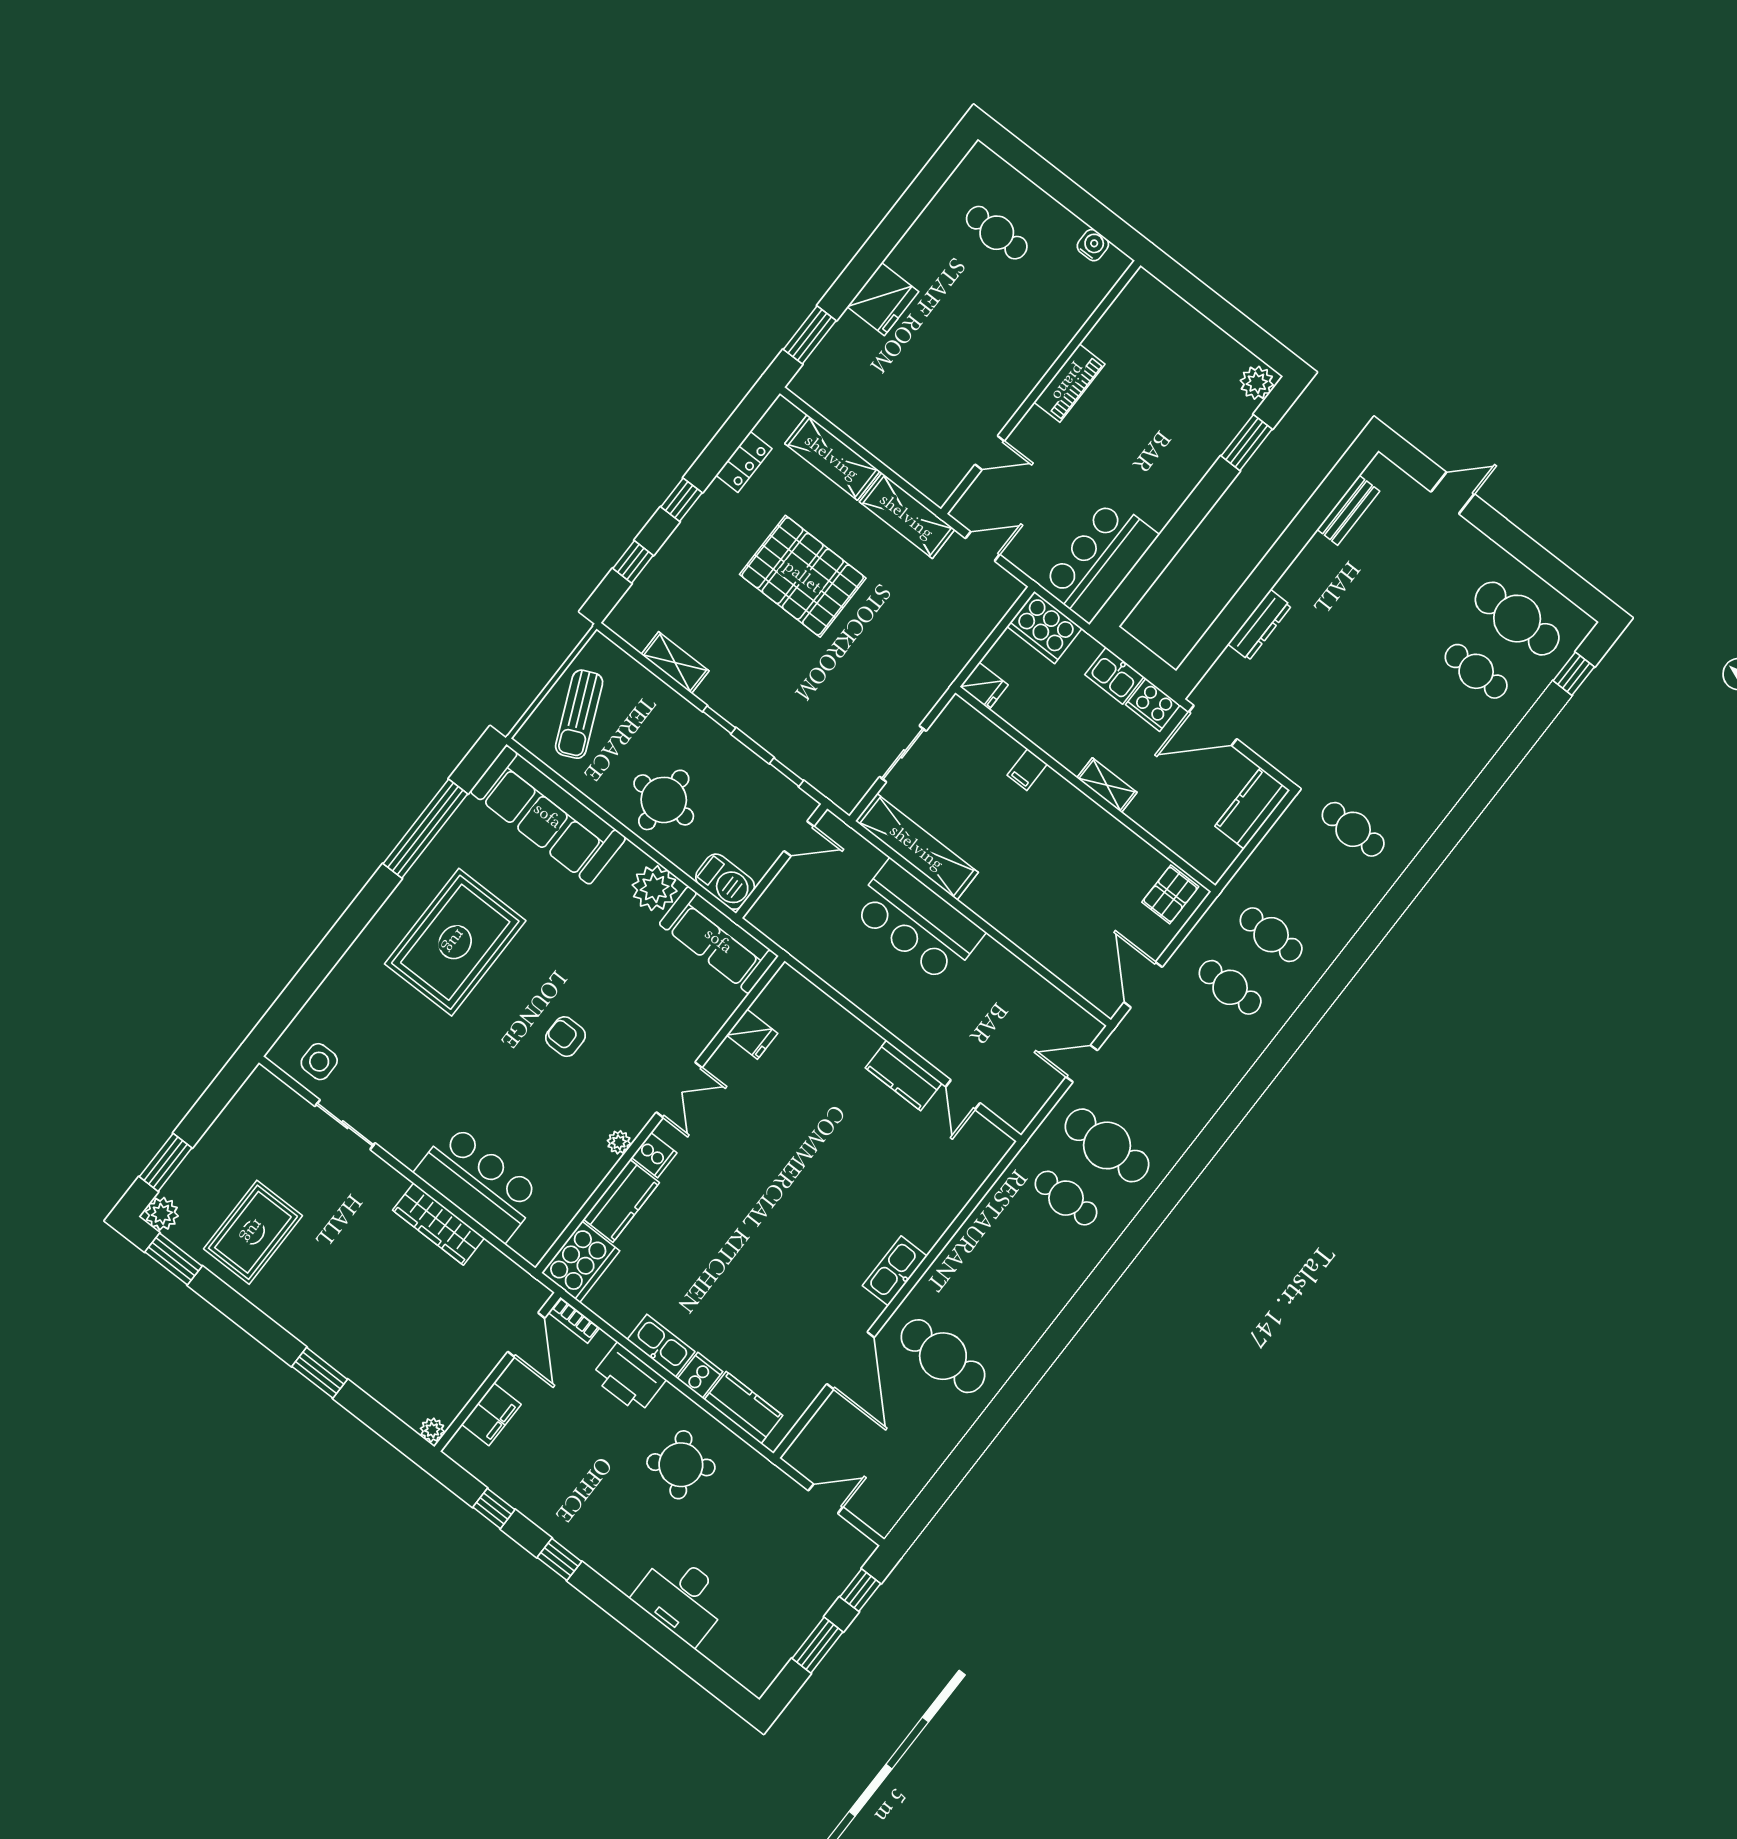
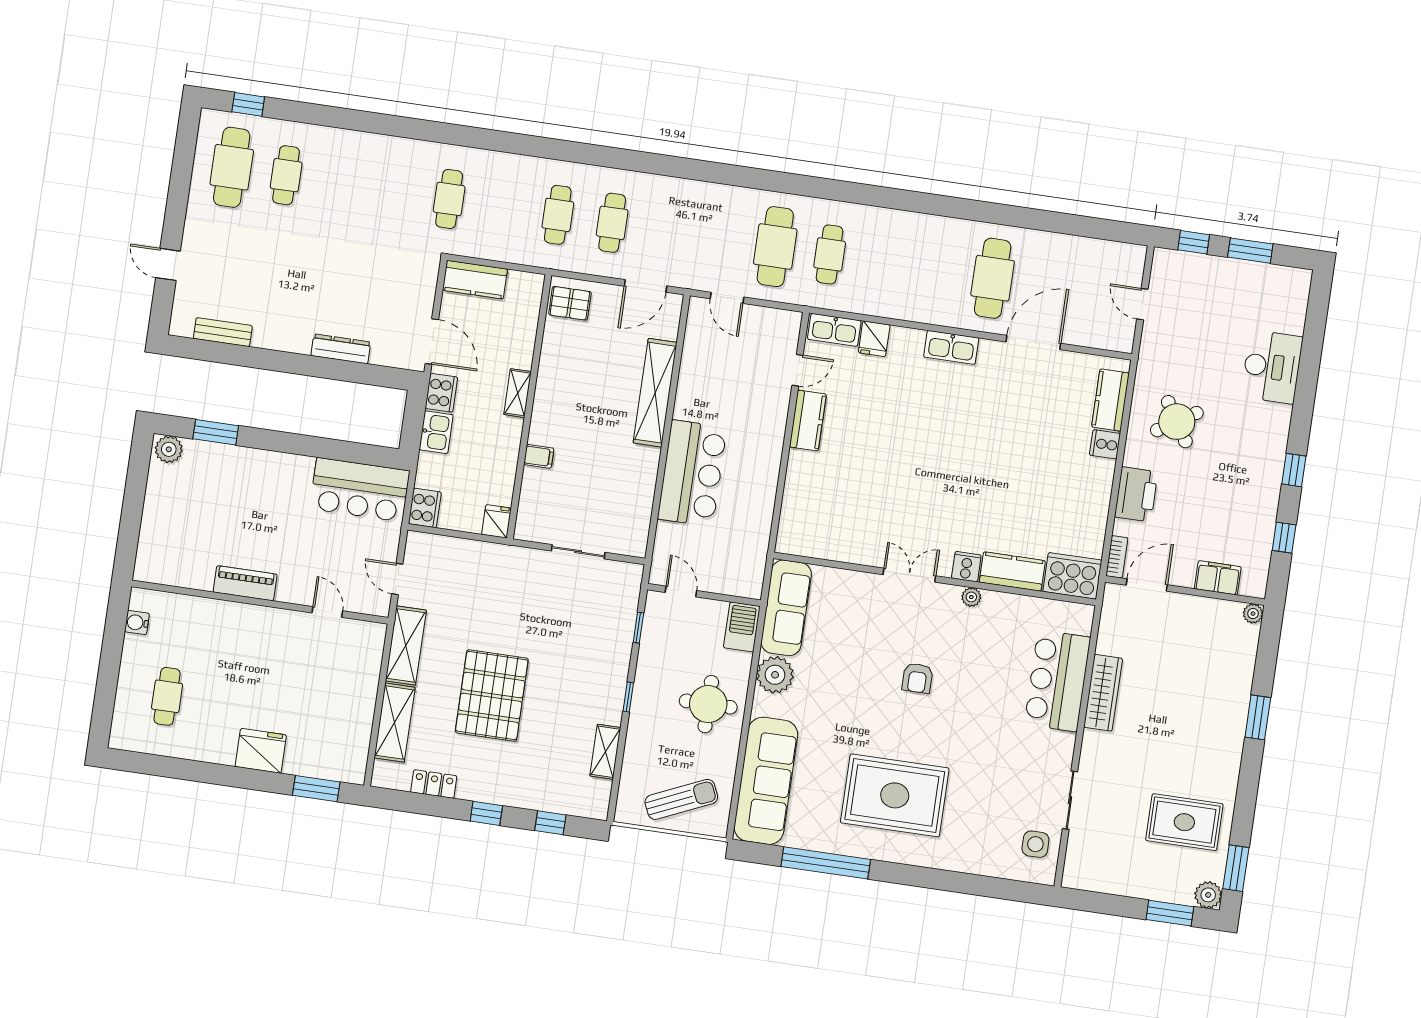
cooker: (1044, 627) -> (425, 508), width x0.73, depth x0.76
shelving: (917, 847) -> (655, 393), moved
fridge: (752, 1034) -> (874, 339), moved, turned 180
kitchen sink: (661, 1346) -> (834, 330), moved, turned -90

